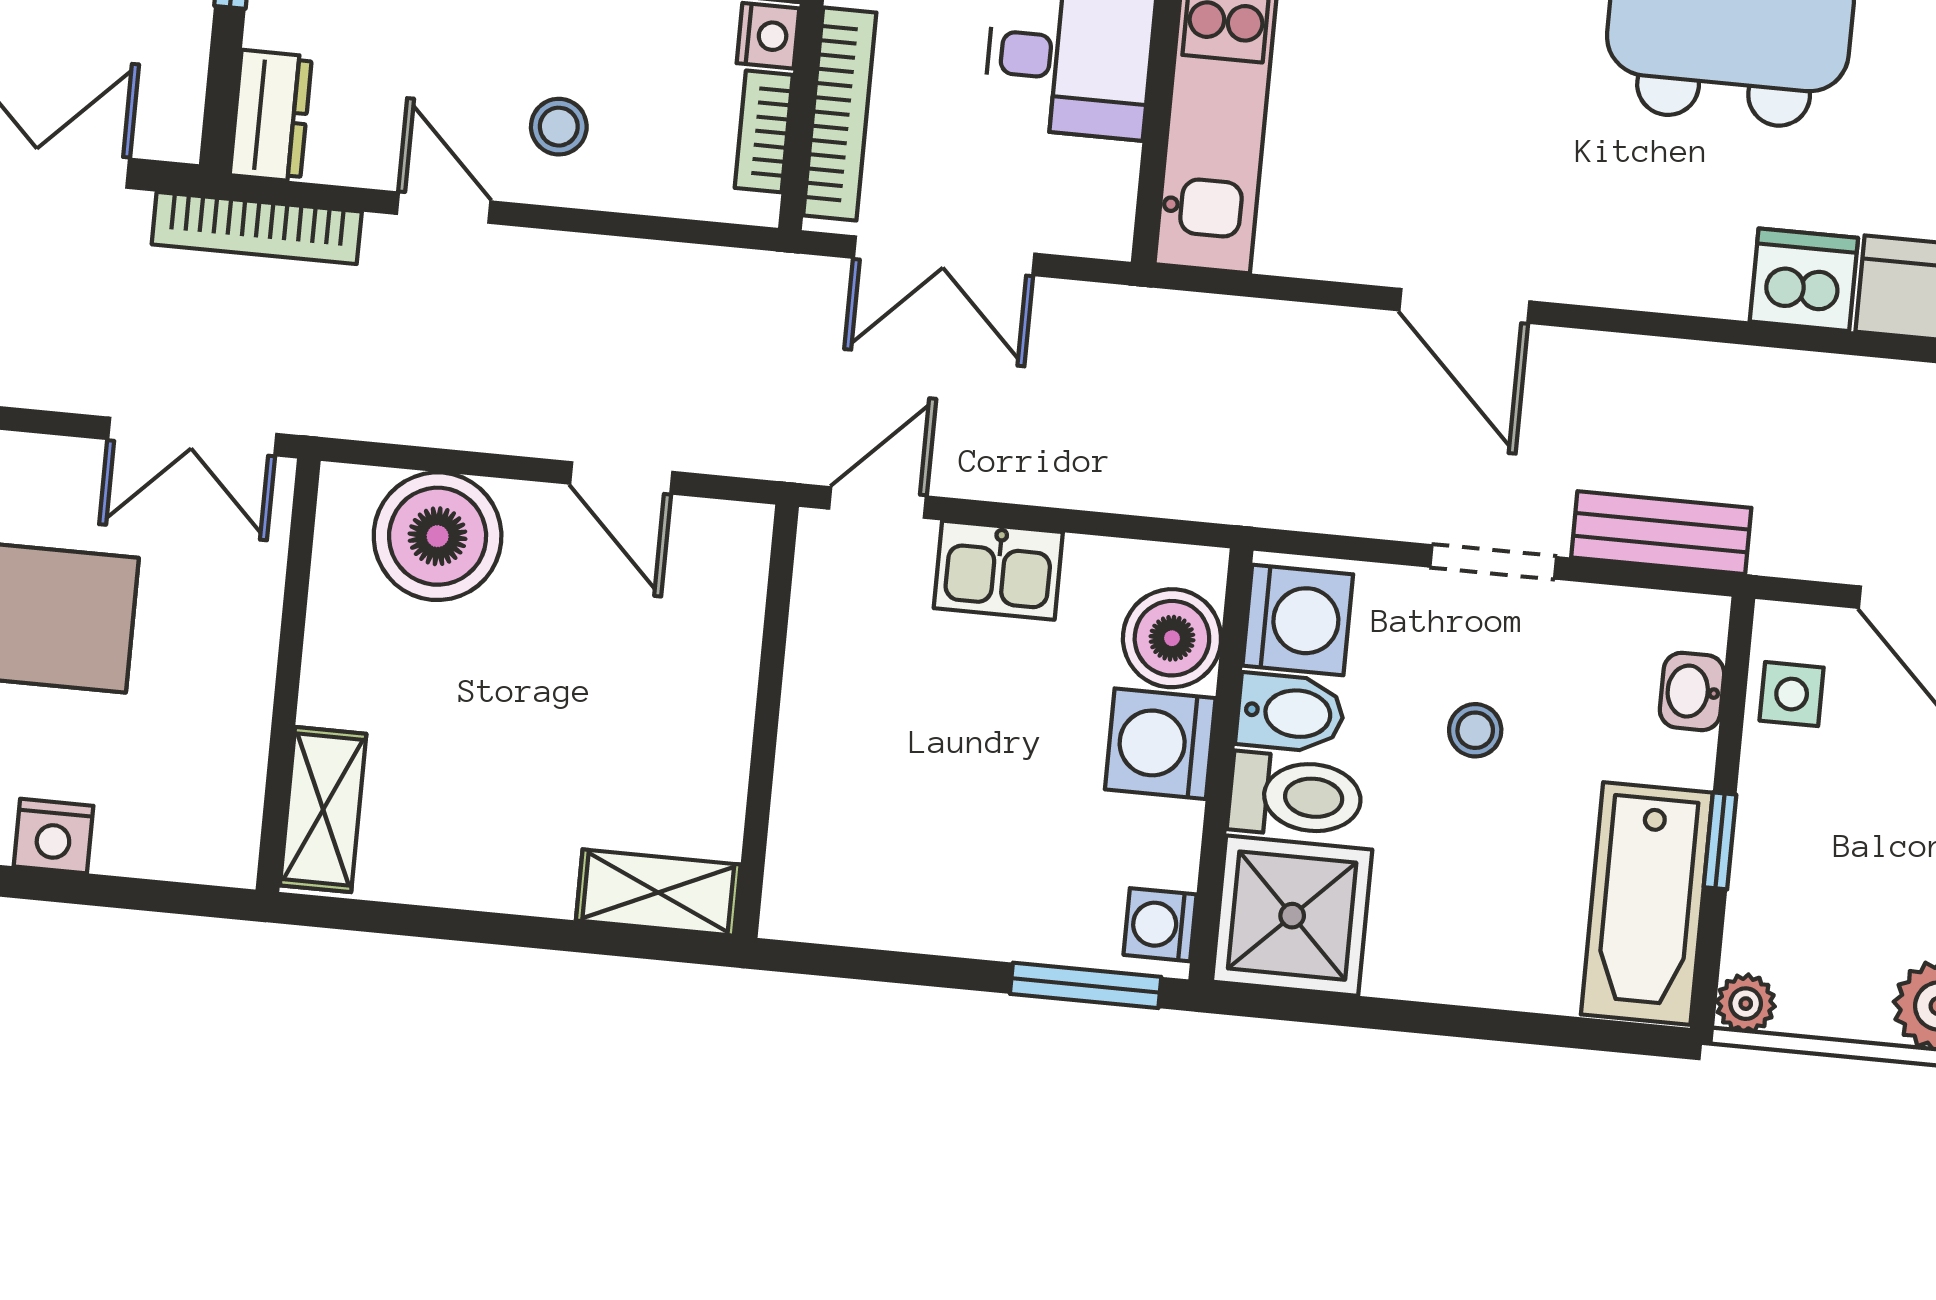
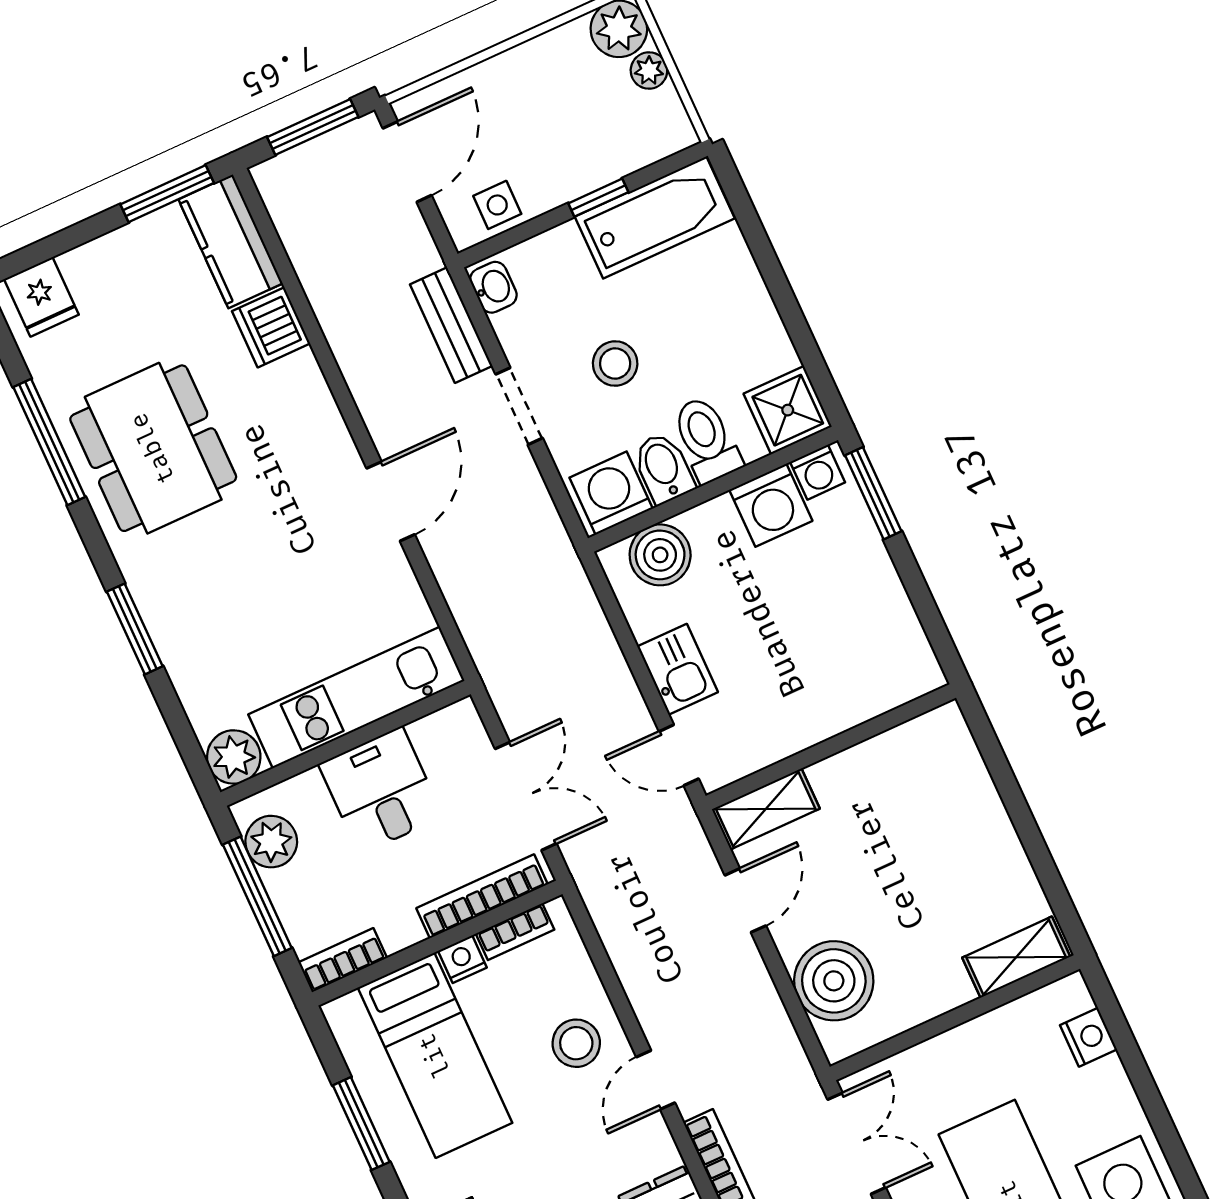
stool: (559, 127) -> (576, 1043), width x1.37, depth x1.37
washbasin: (1692, 691) -> (493, 287), moved, turned -90
stool: (1475, 730) -> (615, 364), width x1.37, depth x1.37
washing machine: (1160, 744) -> (771, 505), moved
nightstand: (54, 836) -> (1088, 1037), moved
shelving: (658, 892) -> (766, 809), moved, turned 90
shower: (1292, 916) -> (788, 410), width x0.73, depth x0.73
plant: (1746, 1004) -> (649, 70), moved

